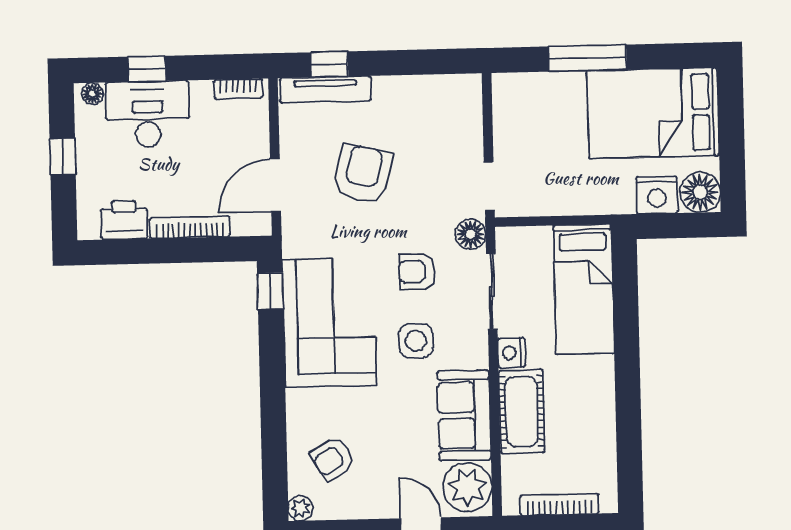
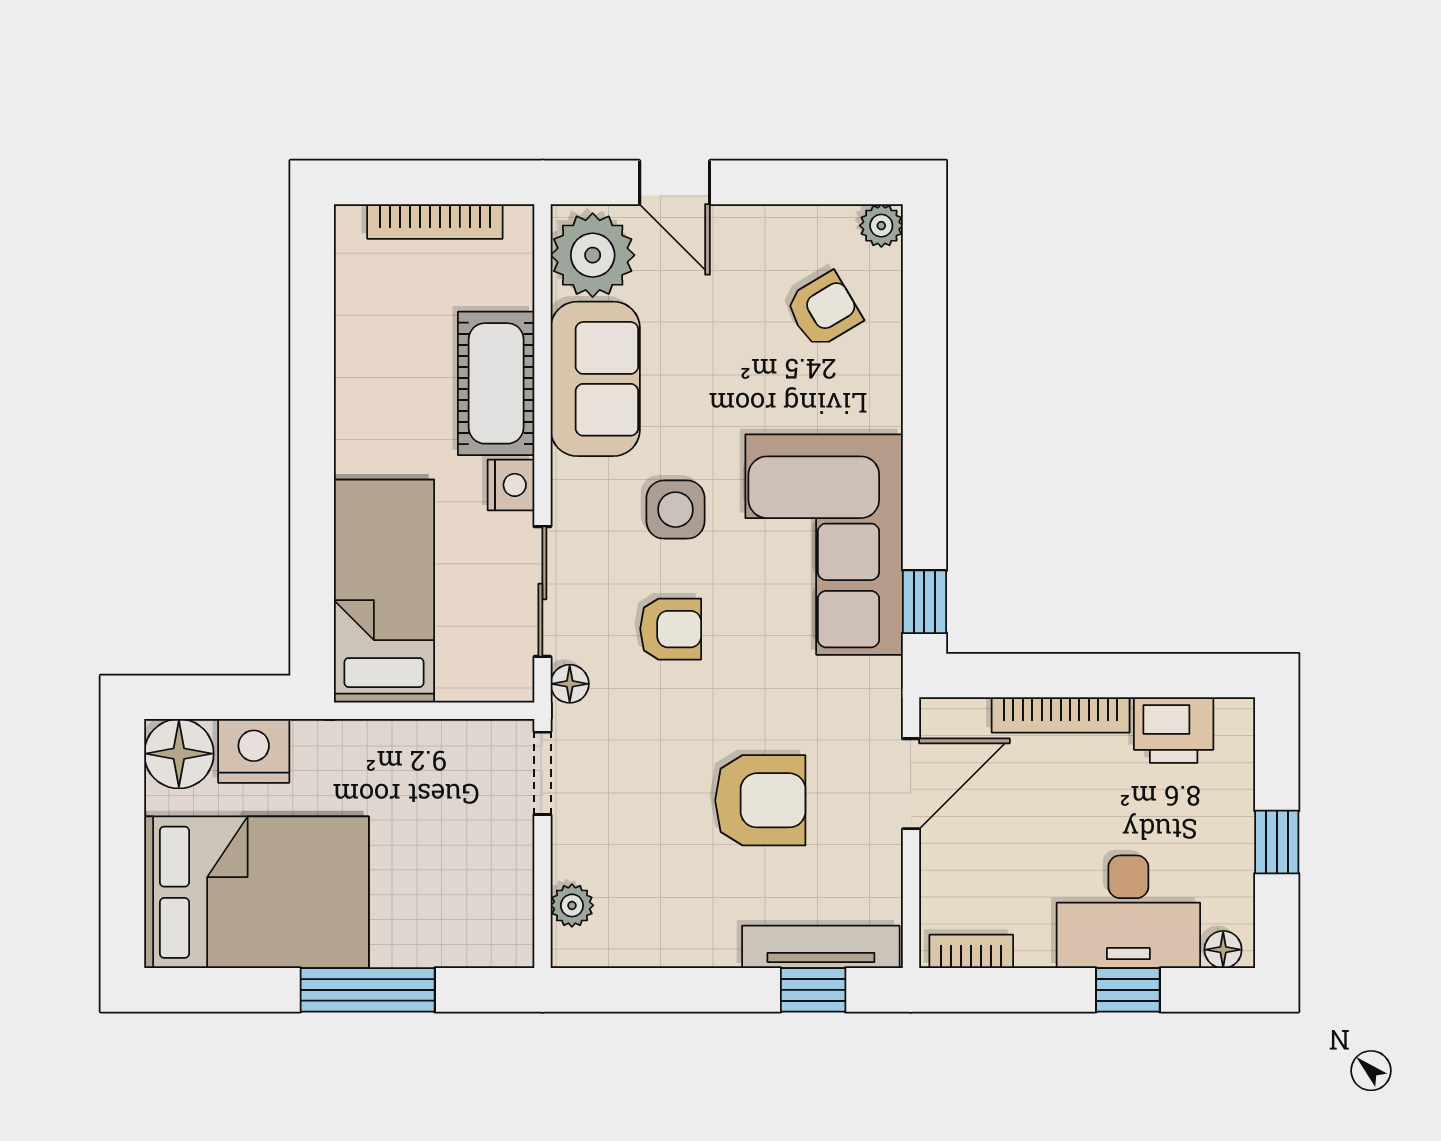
plant: (470, 110) -> (572, 905), added
armchair: (363, 173) -> (760, 800), turned -104
floor lamp: (471, 234) -> (570, 684), width x0.73, depth x0.73

